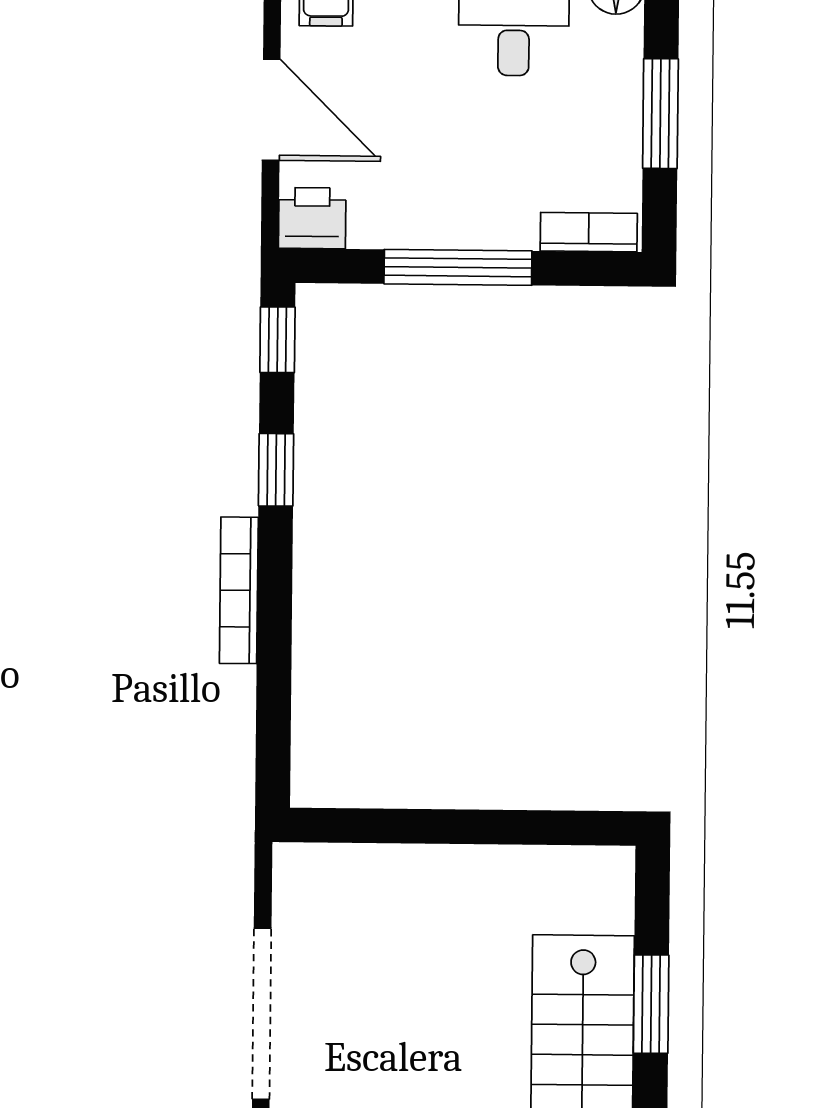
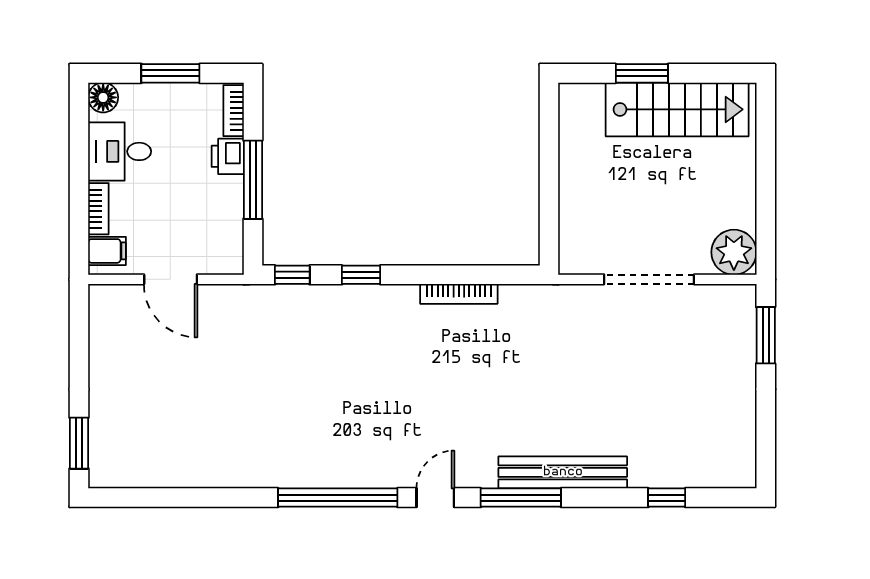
door: (271, 110) -> (171, 279), swing flipped
printer: (312, 218) -> (228, 156), moved
bookcase: (239, 590) -> (459, 294), moved

